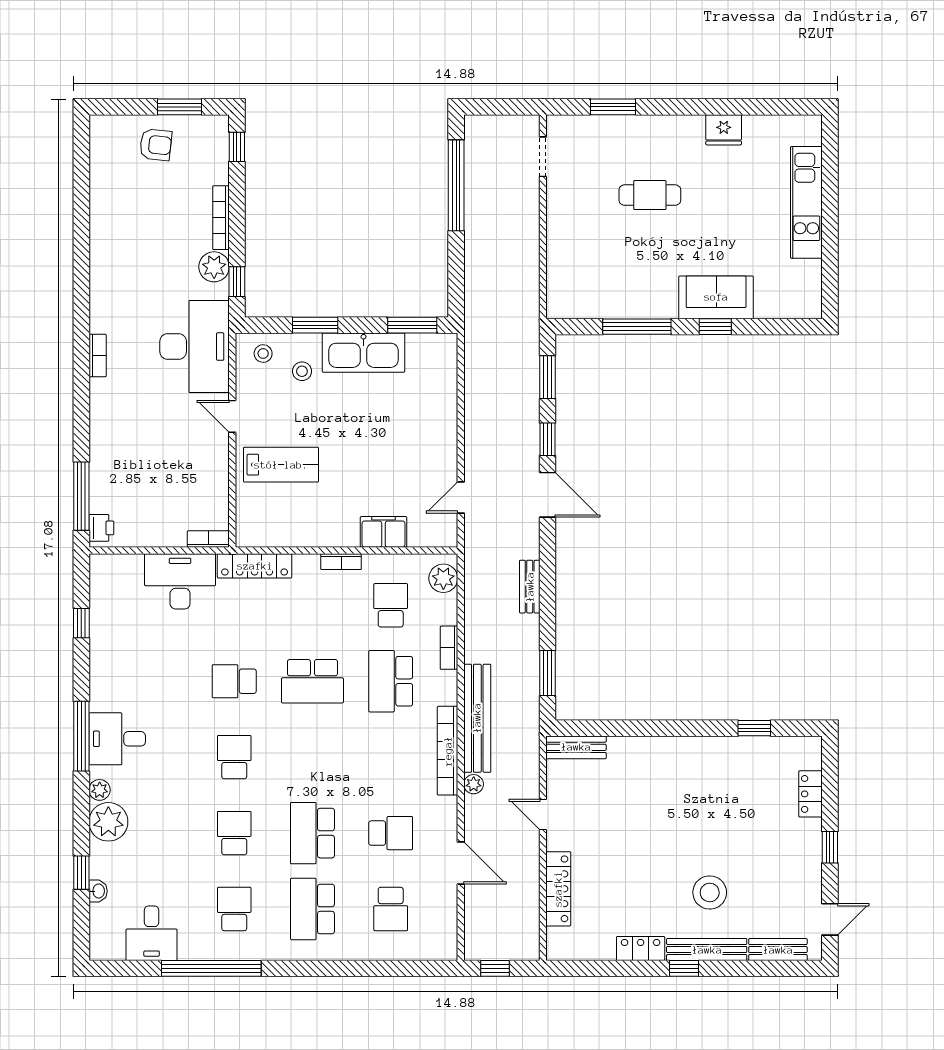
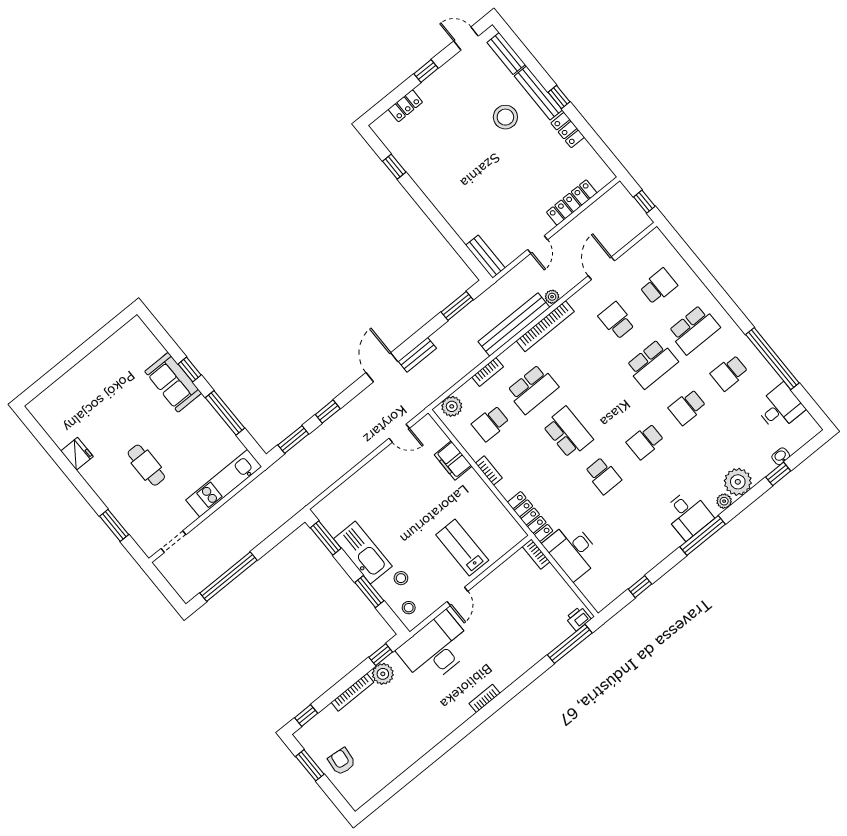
kitchen unit: (806, 202) -> (224, 483), moved, turned 180
door: (548, 495) -> (382, 367), moved

